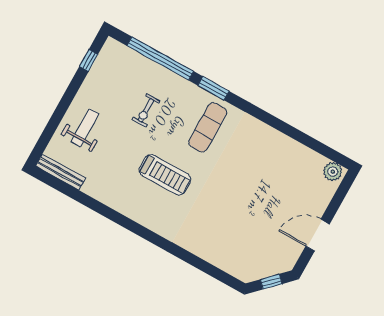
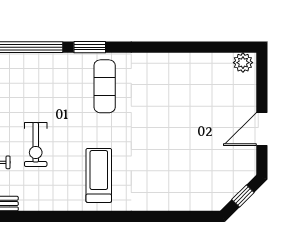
exercise bike: (146, 110) -> (36, 144), moved, width x1.38, depth x1.39
treadmill: (165, 175) -> (99, 175), moved, turned -90

